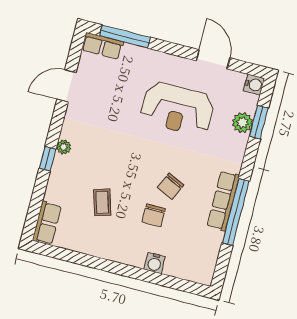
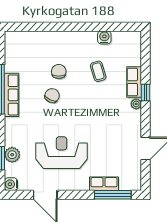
row of seats: (102, 46) -> (104, 184), moved
row of seats: (47, 223) -> (134, 82), moved
water cooler: (155, 263) -> (104, 37), moved

